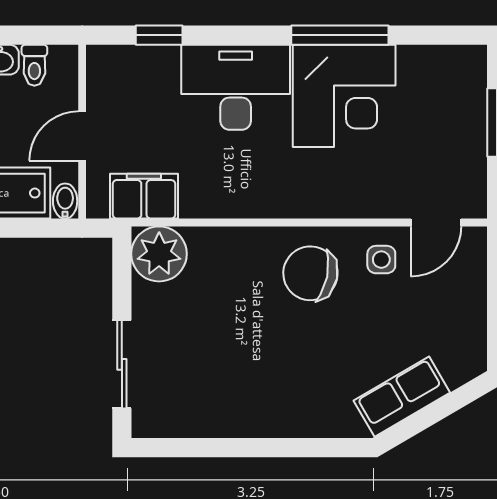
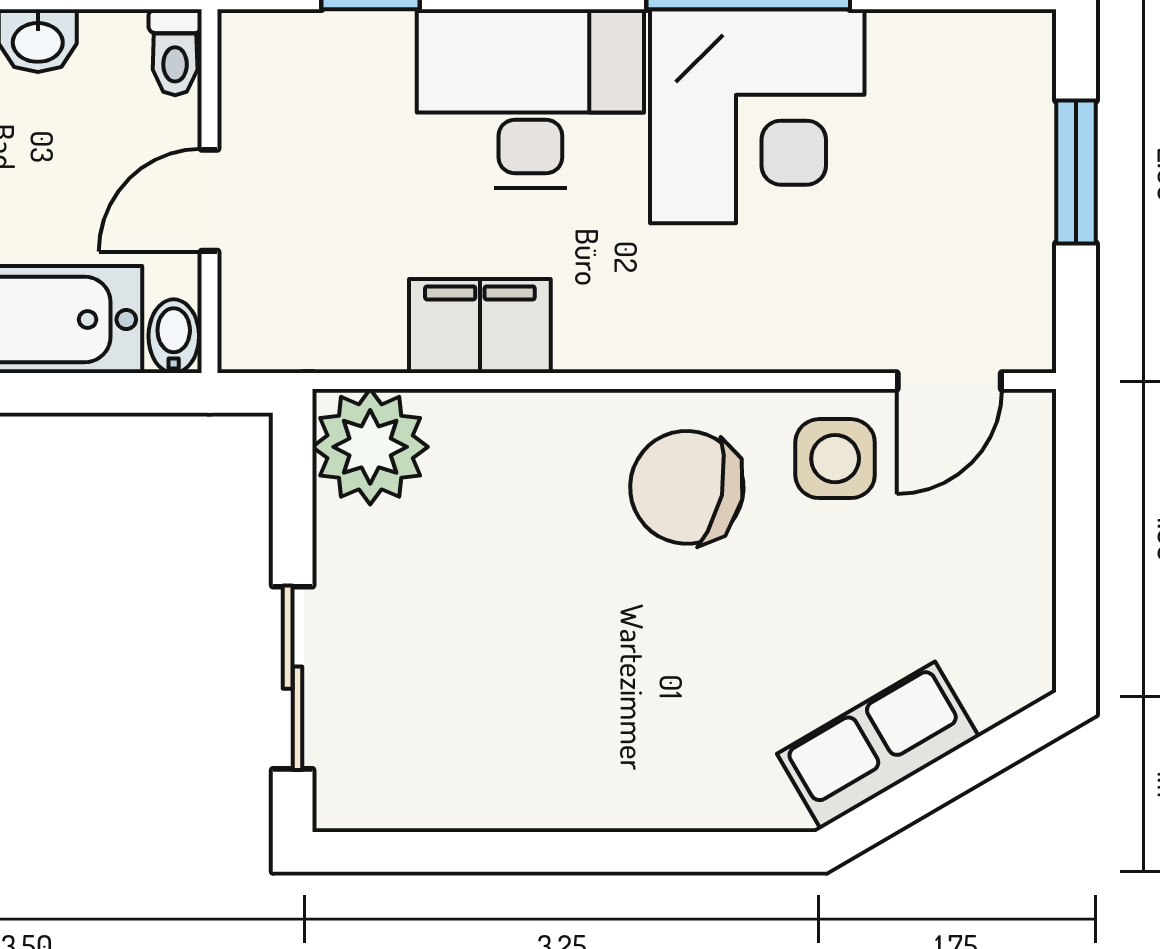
toilet: (34, 65) -> (175, 52), moved
filing cabinet: (144, 196) -> (480, 326), moved
side table: (381, 260) -> (835, 459), width x1.37, depth x1.37

